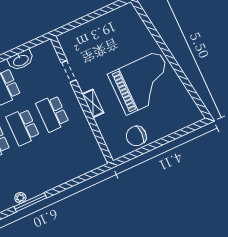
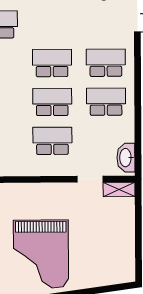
washbasin: (21, 60) -> (126, 158), moved
shelving: (93, 103) -> (119, 189), moved

